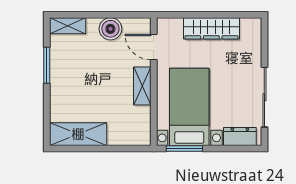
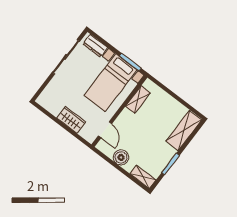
wardrobe: (211, 28) -> (71, 120), width x0.67
shelving: (142, 86) -> (138, 100), moved
shelving: (78, 134) -> (184, 130), moved, turned 90

